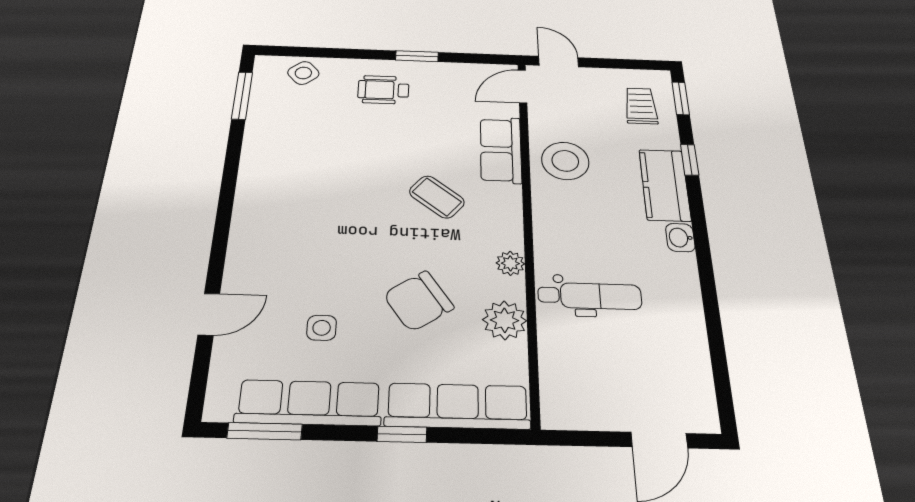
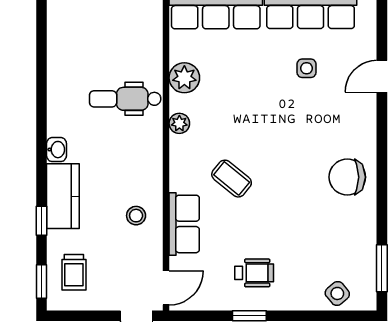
wheelchair: (383, 90) -> (254, 273), moved
stool: (565, 161) -> (136, 216), width x0.53, depth x0.53
chair: (418, 301) -> (347, 177), moved, turned -146

